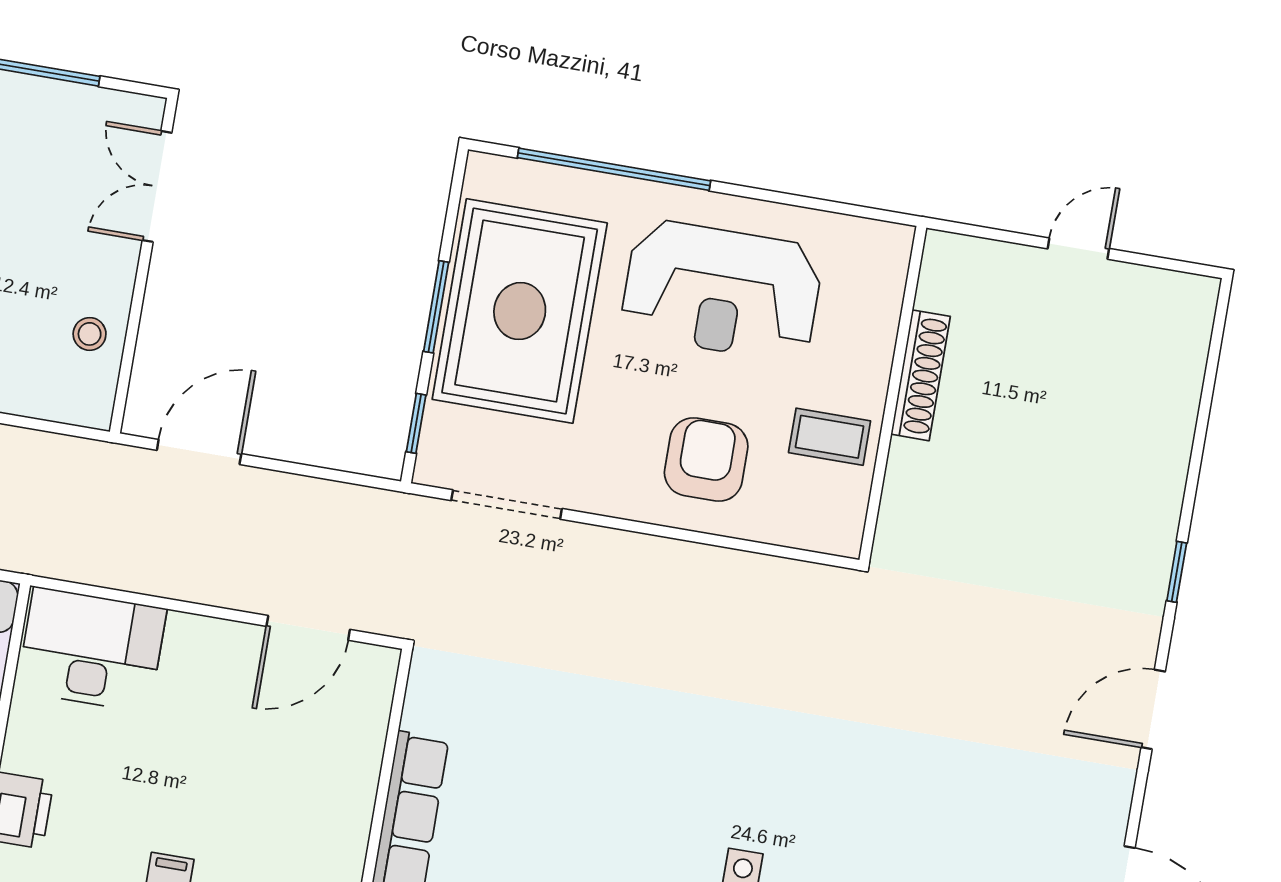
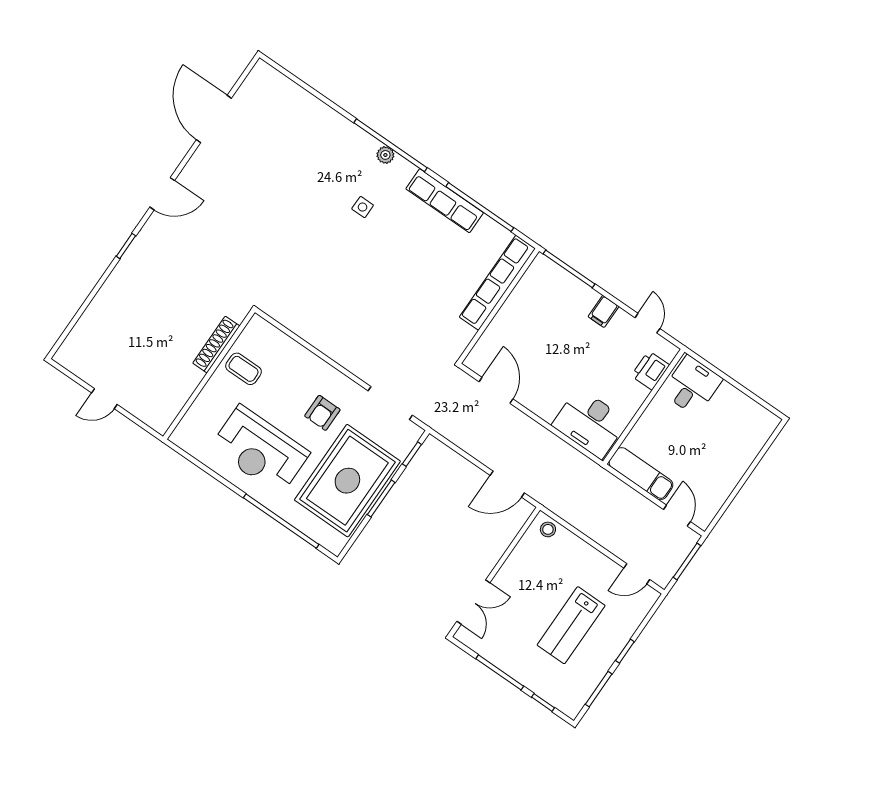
reception desk: (722, 291) -> (260, 450), turned 180
stool: (90, 334) -> (548, 529), moved
shoe rack: (921, 375) -> (216, 345), moved
armchair: (706, 460) -> (322, 413), moved, width x0.72, depth x0.72
door: (308, 628) -> (496, 390), hinge flipped

